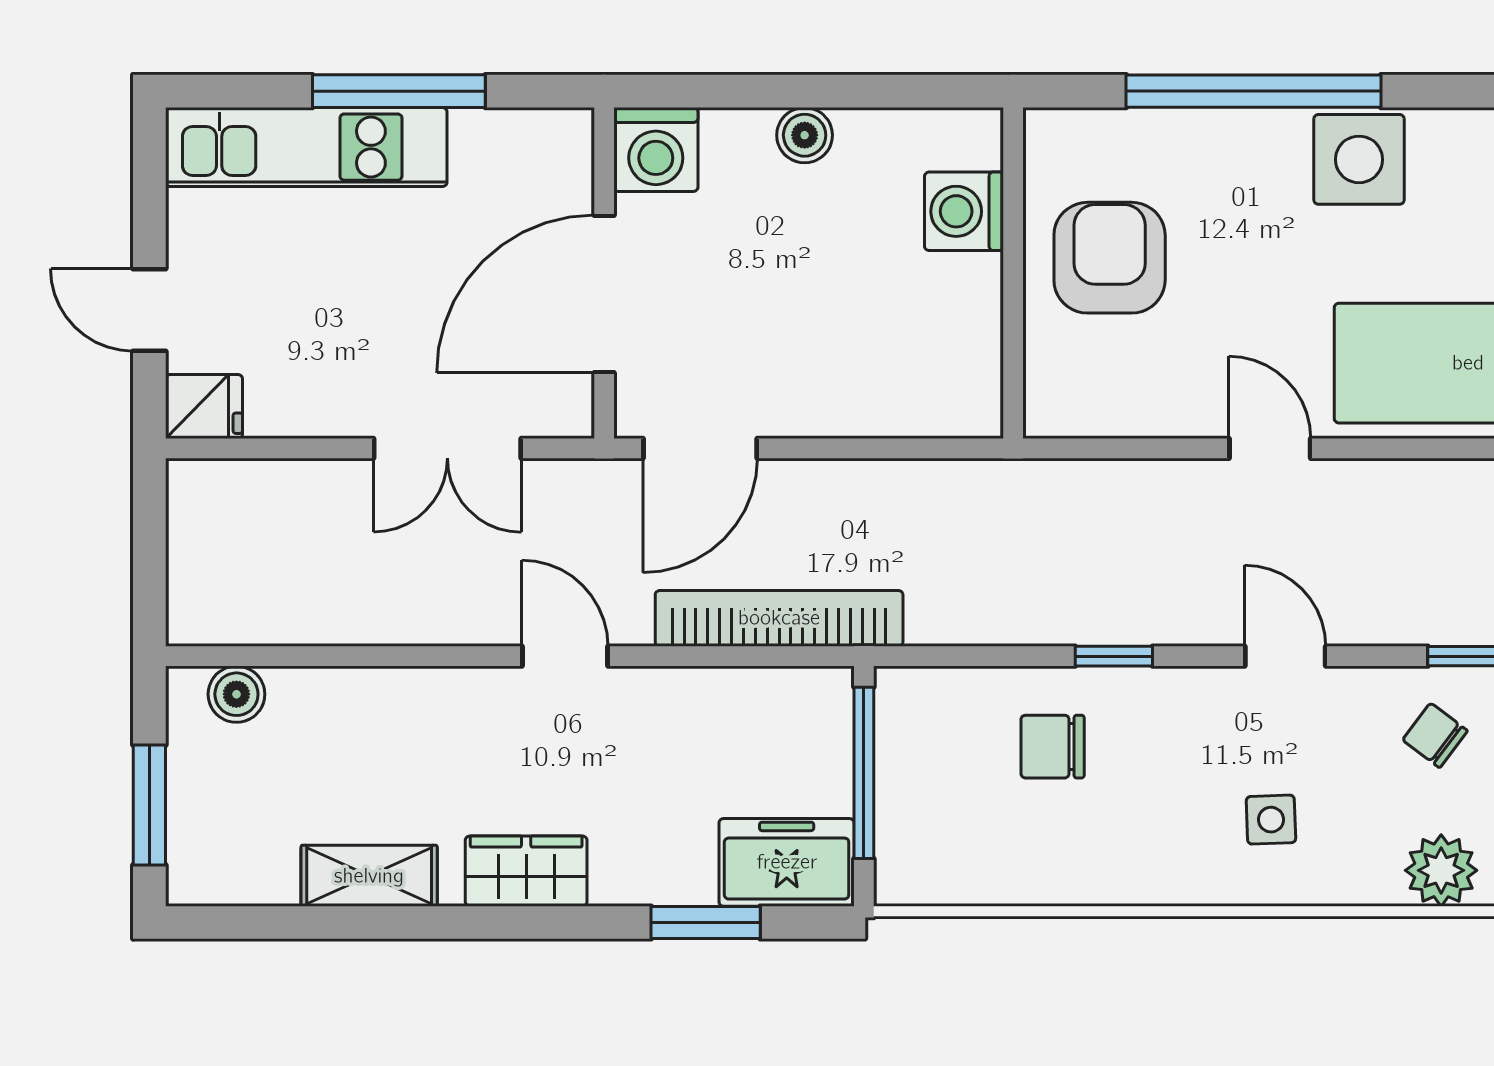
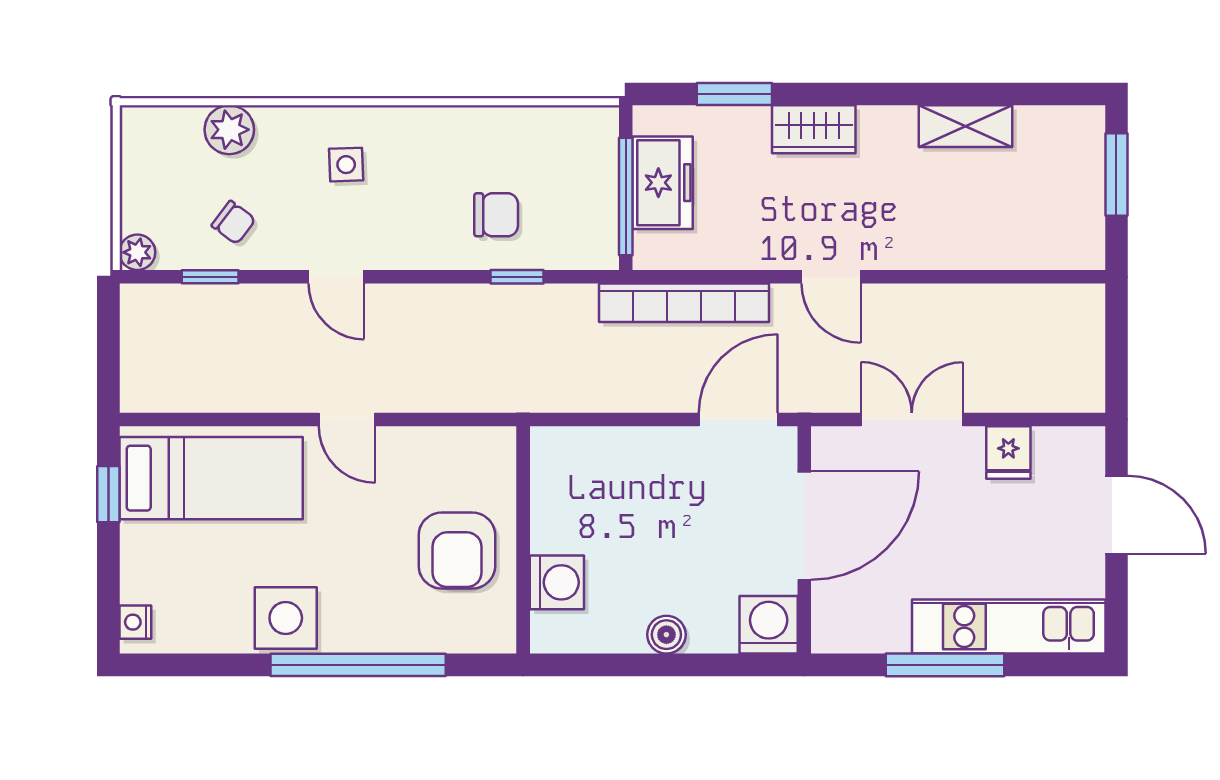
door: (149, 310) -> (1116, 515), width x1.37
fridge: (204, 406) -> (1008, 453), moved, turned -90
window: (1114, 656) -> (517, 277), moved
boiler: (236, 694) -> (1057, 251), removed
freezer: (787, 862) -> (663, 183), moved, turned -90
wardrobe: (526, 871) -> (814, 129), moved

